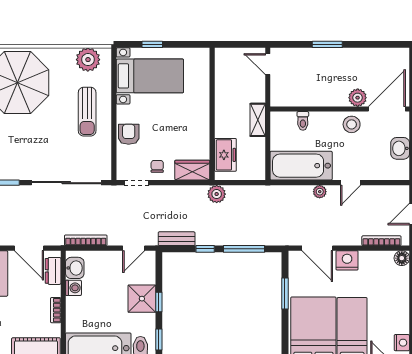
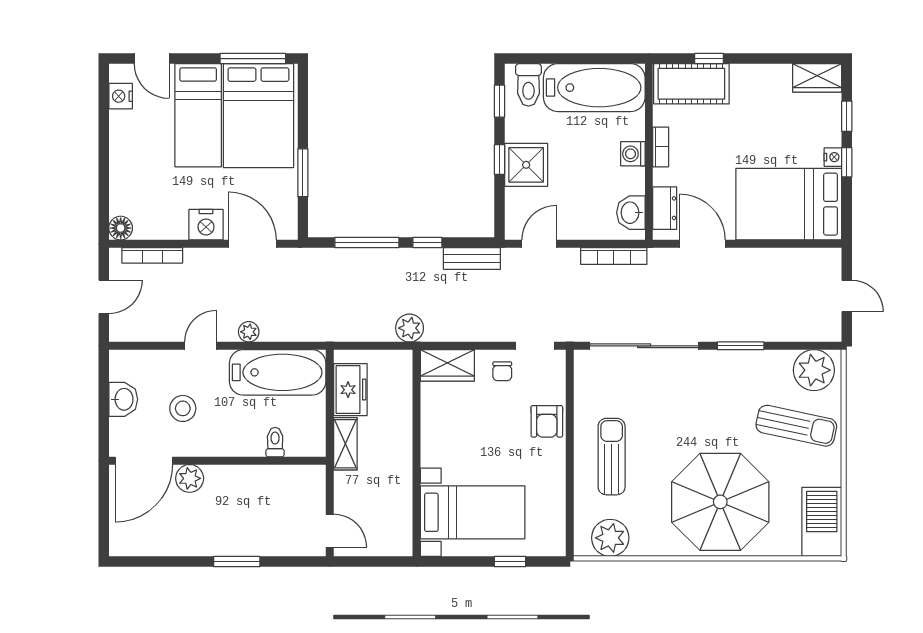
bed with nightstands: (150, 76) -> (473, 512), moved, turned 180
stool: (352, 124) -> (183, 408), moved
freezer: (225, 155) -> (350, 390), moved, turned 180
washing machine: (73, 288) -> (633, 154), moved

